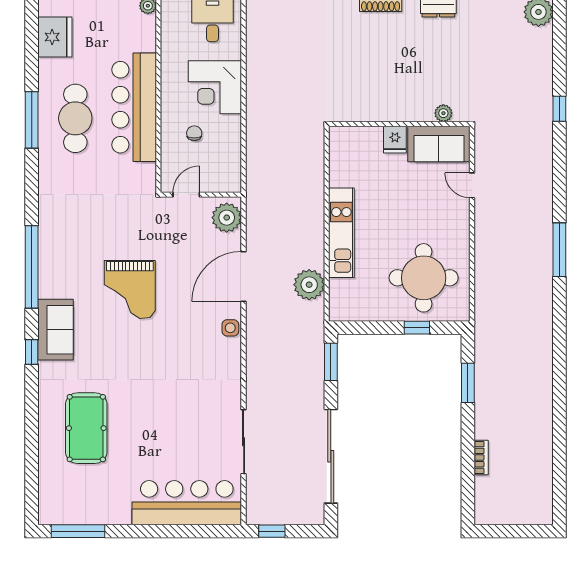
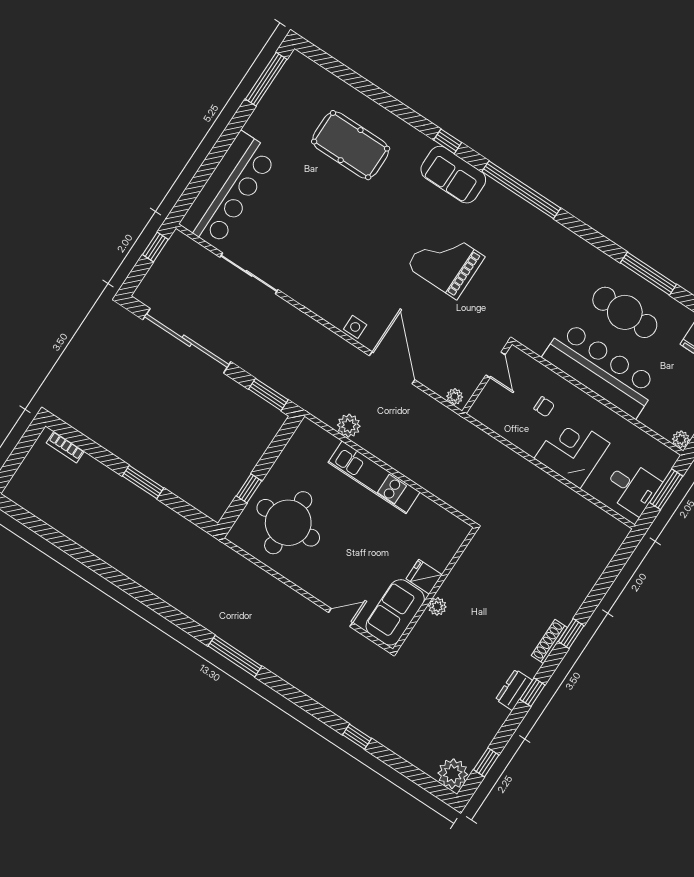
plant: (443, 113) -> (437, 606), moved
plant: (227, 218) -> (455, 397), width x0.53, depth x0.53
plant: (309, 285) -> (349, 426), width x0.73, depth x0.73
window: (468, 383) -> (143, 482), moved
bookcase: (481, 458) -> (65, 447), moved

